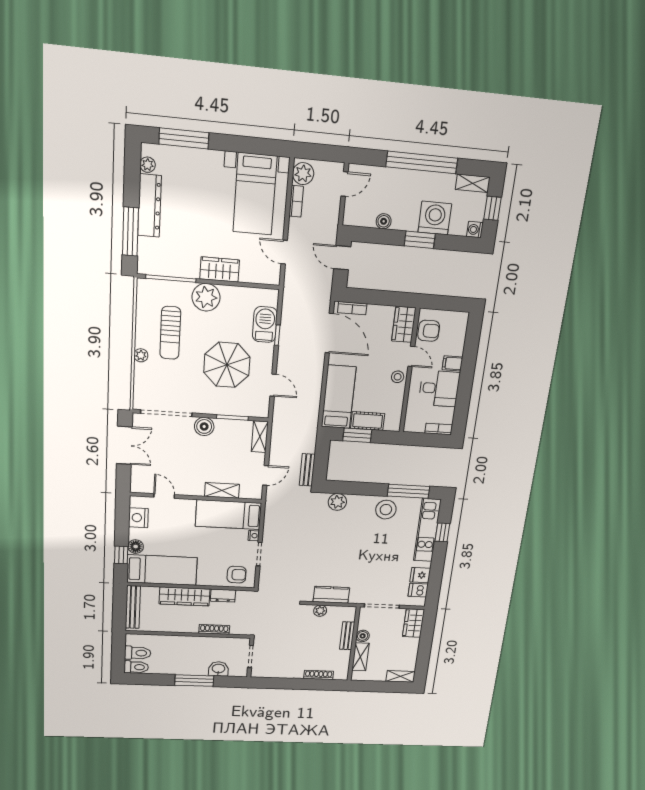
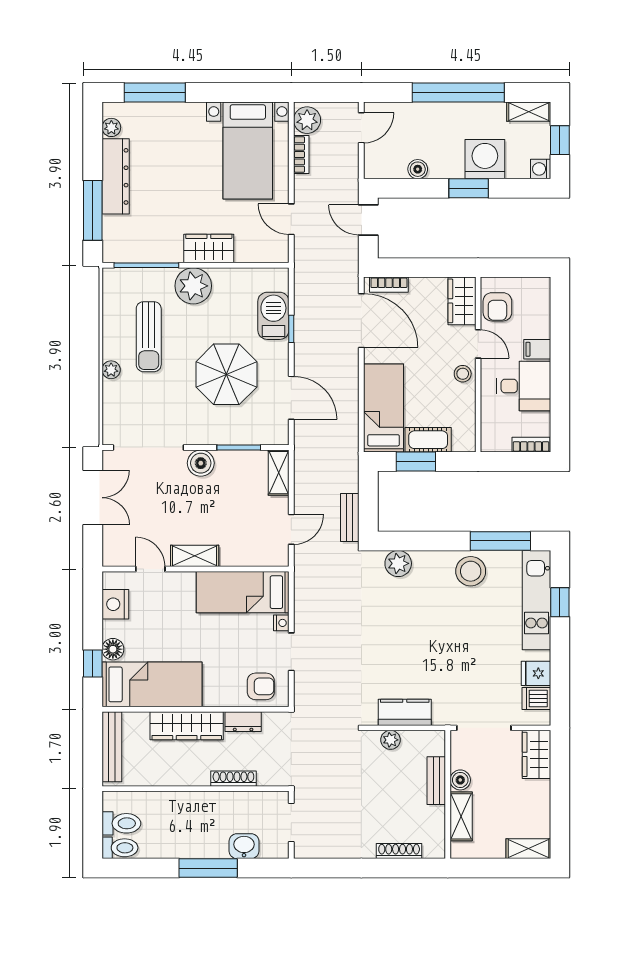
armchair: (429, 331) -> (497, 307), turned 90
door: (273, 385) -> (291, 398), width x1.38
shelving: (222, 490) -> (195, 556), moved

